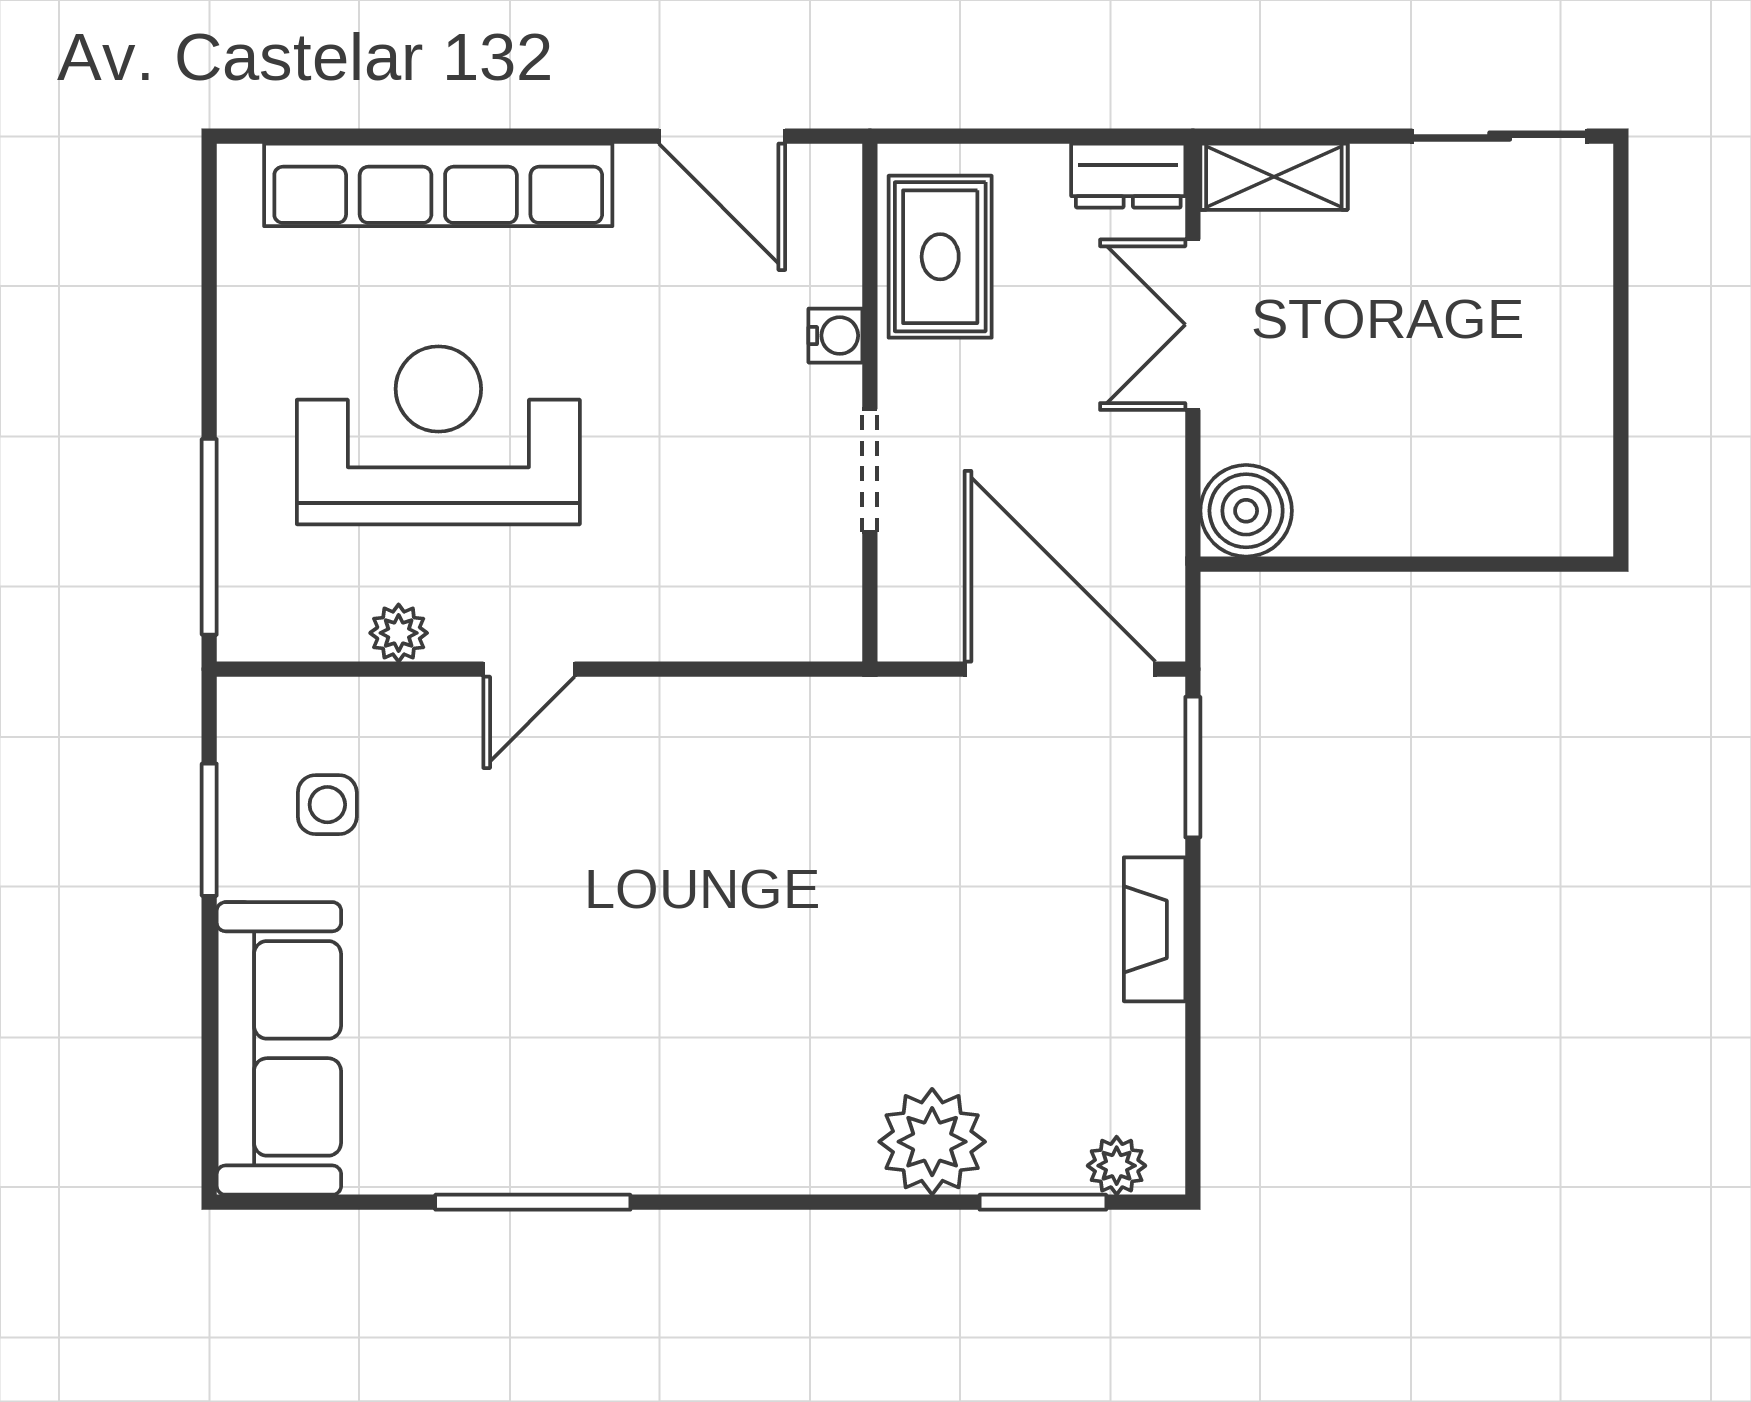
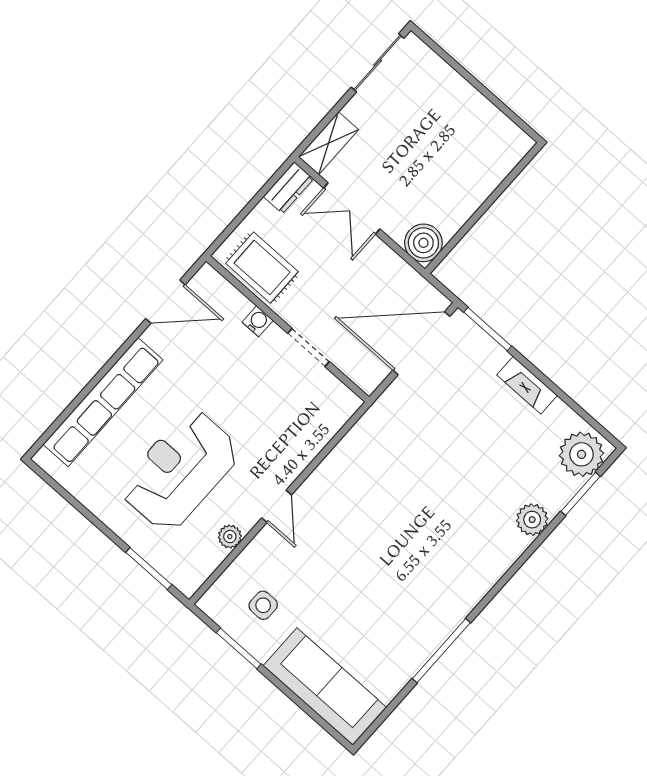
window: (209, 537) -> (149, 569), width x0.69
plant: (932, 1142) -> (532, 520), width x0.73, depth x0.73
plant: (1117, 1166) -> (582, 454), width x1.87, depth x1.87

